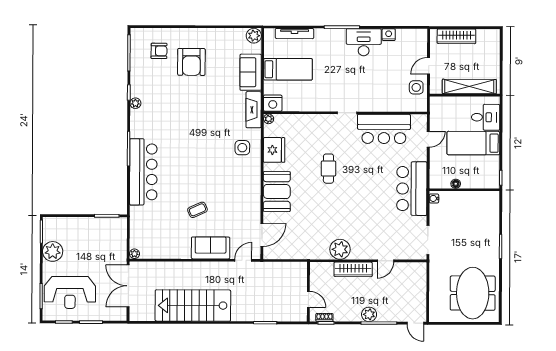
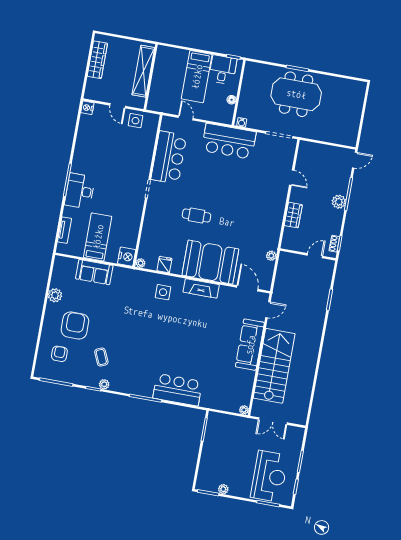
tv unit: (295, 34) -> (65, 230), width x0.71
nightstand: (389, 35) -> (87, 108), moved
plant: (254, 36) -> (55, 295), moved
wardrobe: (456, 36) -> (97, 60), moved
desk: (364, 42) -> (80, 191), moved
armchair: (191, 62) -> (75, 325), turned -90
fireplace: (254, 110) -> (201, 288), moved
desk: (486, 117) -> (223, 70), moved
fridge: (274, 150) -> (164, 265), width x0.53, depth x0.75
bar counter: (143, 172) -> (178, 390), width x0.73
booth: (277, 192) -> (210, 262), width x1.36, depth x1.42
coffee table: (197, 210) -> (101, 357), moved
sofa: (211, 248) -> (250, 345), width x1.36
plant: (340, 249) -> (271, 256), moved, width x0.53, depth x0.53
plant: (53, 251) -> (223, 489), width x0.53, depth x0.53
door: (243, 260) -> (268, 310), swing flipped
wardrobe: (353, 269) -> (293, 215), width x0.67
double door: (128, 286) -> (273, 421), width x0.73
meeting table: (473, 293) -> (296, 94), moved
stairs: (193, 305) -> (274, 366), moved, turned 180

